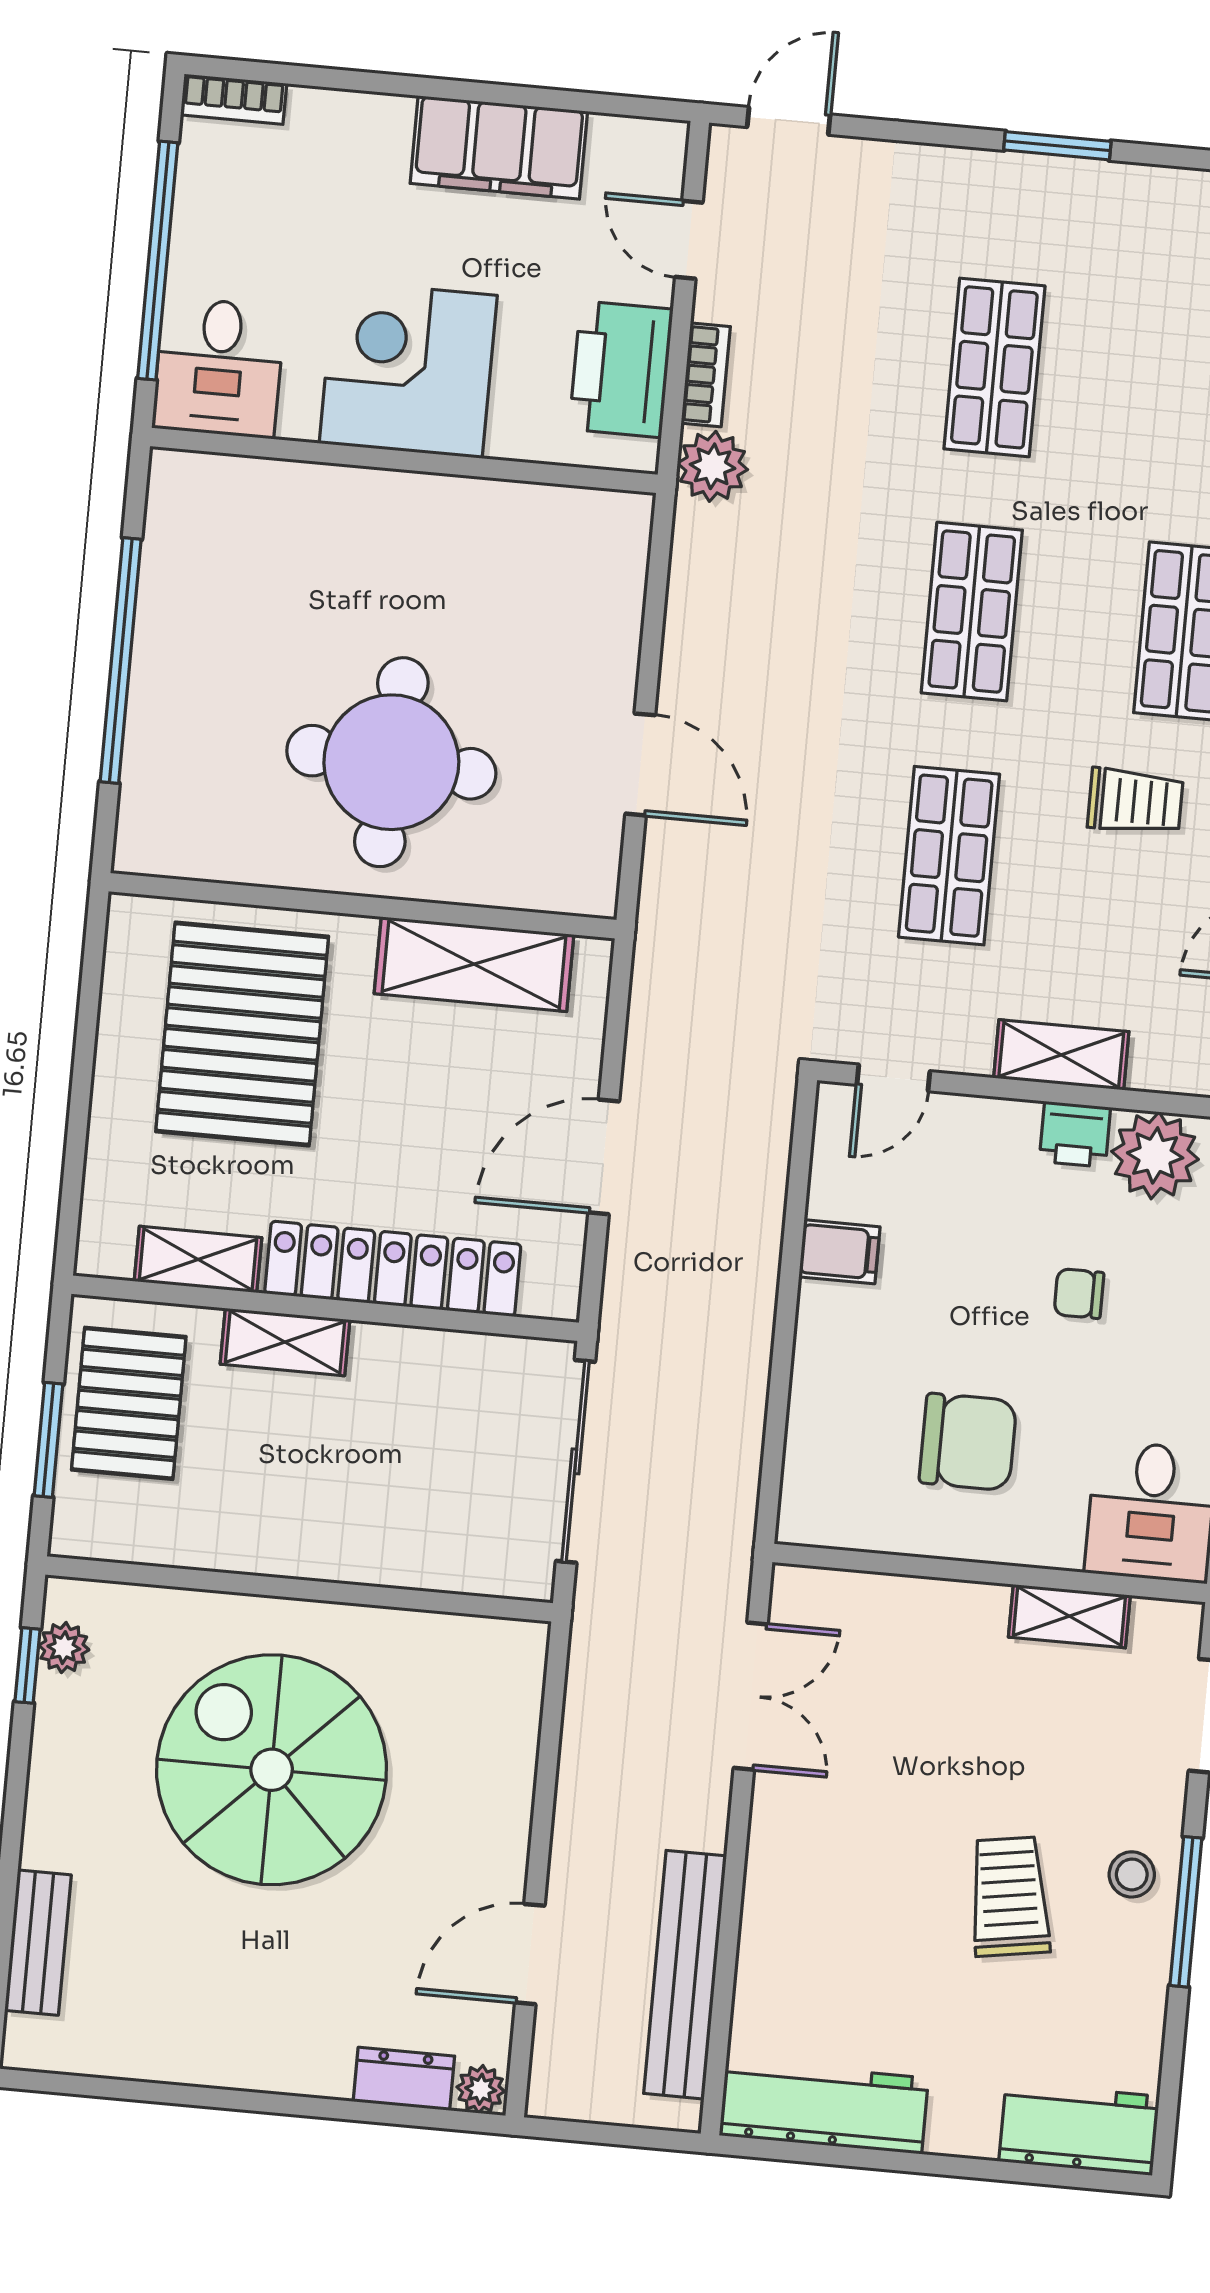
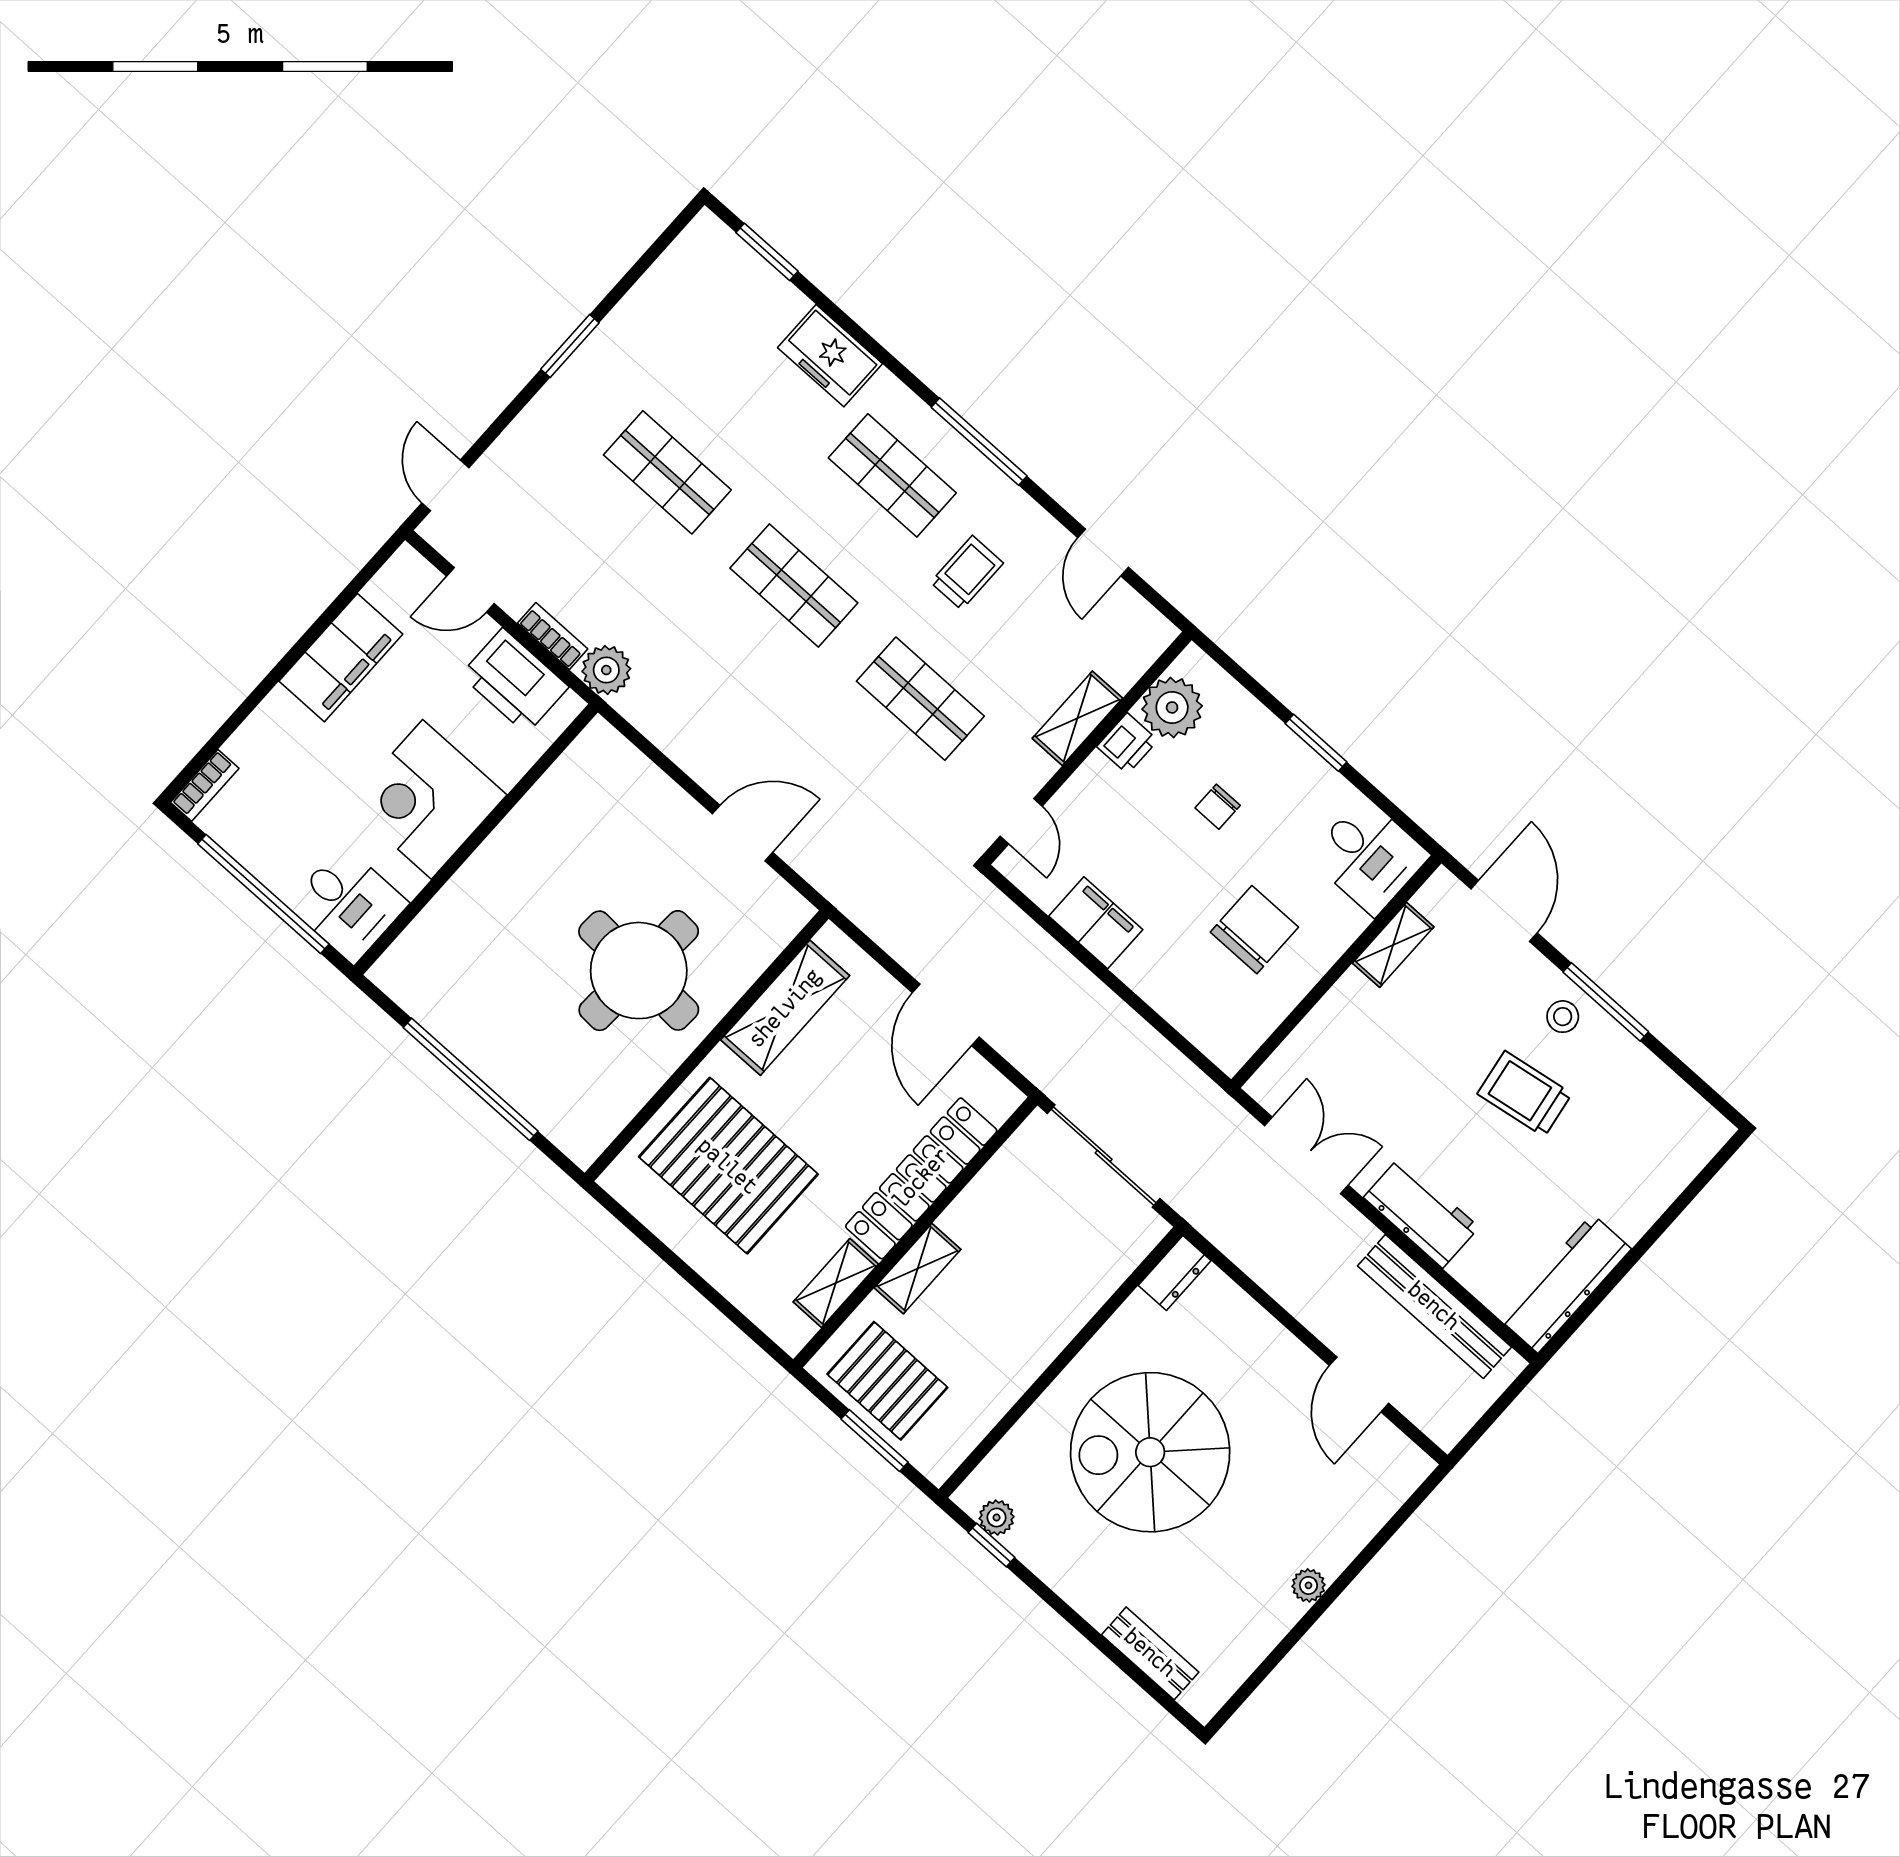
filing cabinet: (839, 1252) -> (1096, 923), width x2.00
dresser: (404, 2079) -> (1175, 1273), moved, turned 180
plant: (481, 2089) -> (1308, 1585), moved
workbench: (1079, 2129) -> (1421, 1212), moved, turned 90

